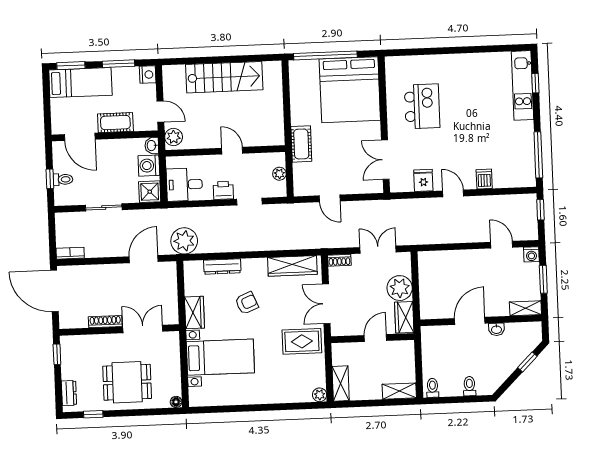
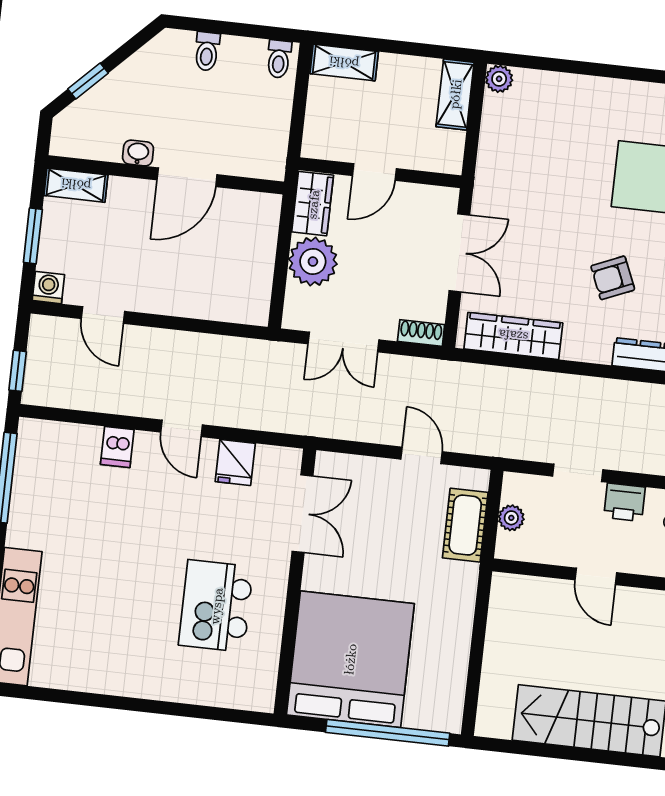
cot: (301, 144) -> (465, 525), moved
rug: (302, 341) -> (517, 187), removed

